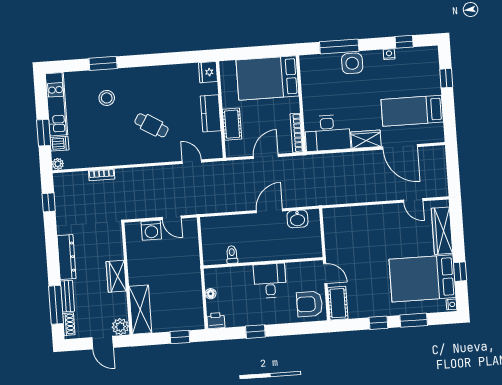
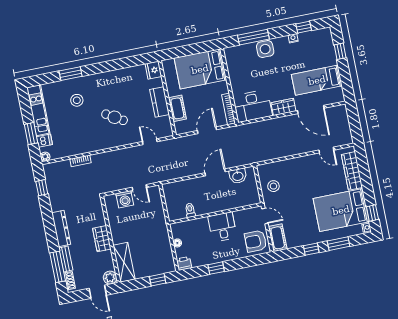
stool: (341, 237) -> (273, 186), added
window: (460, 272) -> (372, 213), moved

